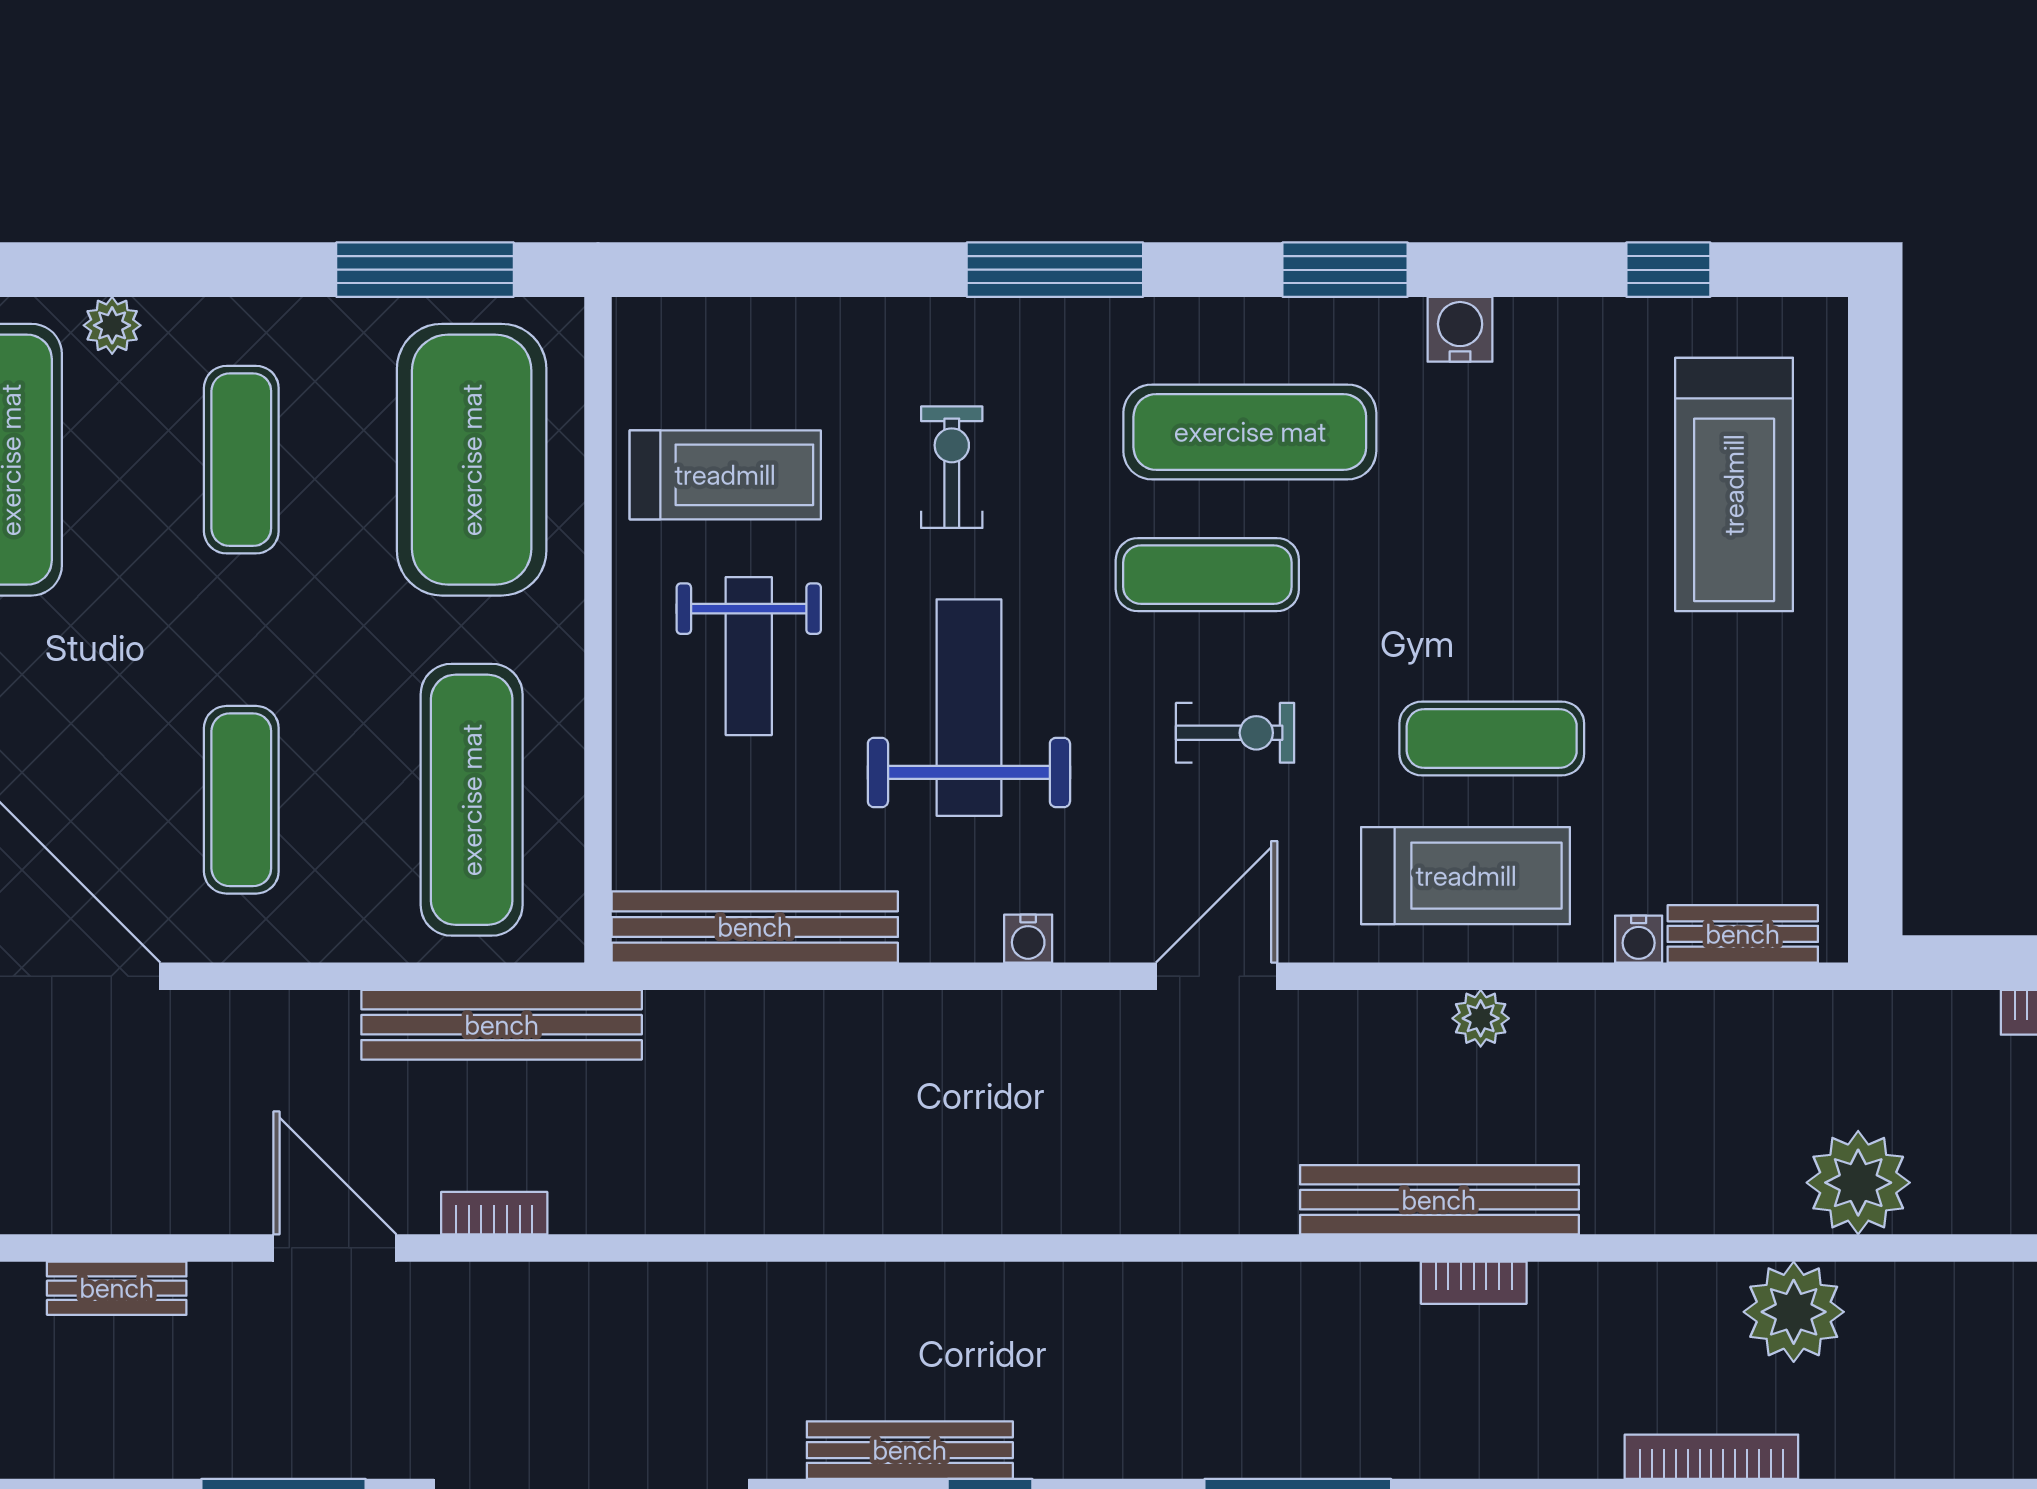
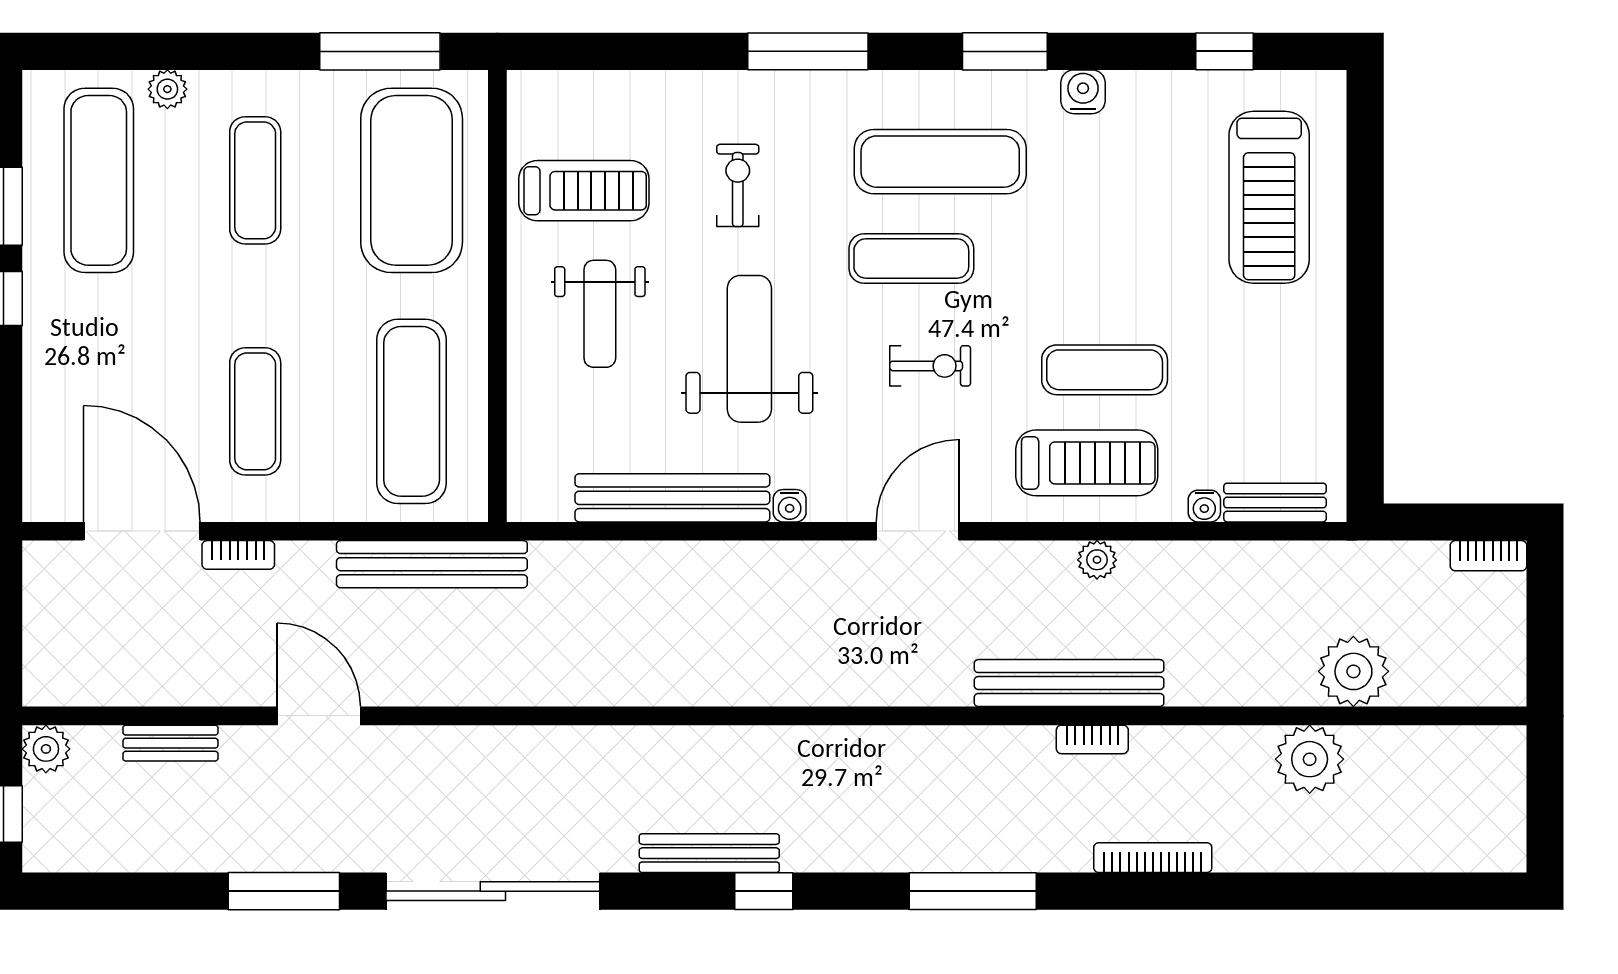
bench: (755, 927) -> (672, 498), moved
bookcase: (494, 1213) -> (238, 555), moved, turned 180
bookcase: (1711, 1457) -> (1153, 858), moved

